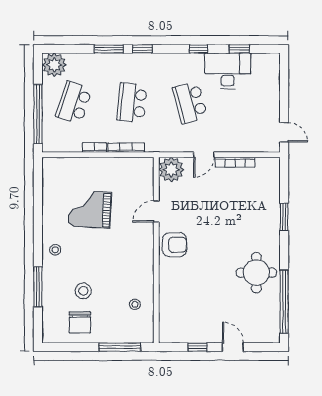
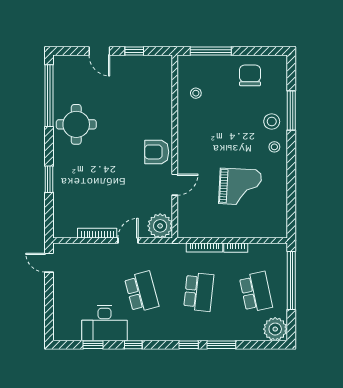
school desk: (74, 103) -> (256, 292), turned -30
stool: (83, 291) -> (272, 121), moved

